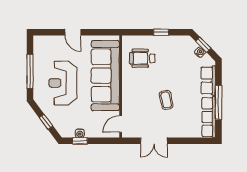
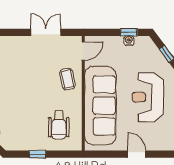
wheelchair: (142, 58) -> (59, 125), turned 90
reception desk: (63, 83) -> (148, 97), turned 180
coffee table: (166, 100) -> (67, 79), moved

